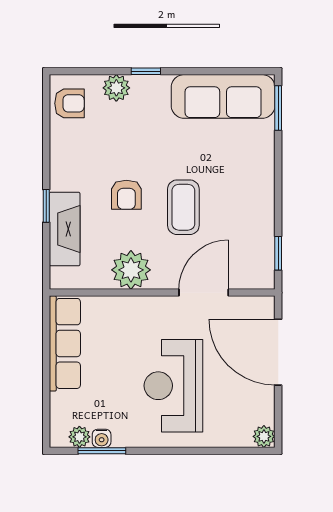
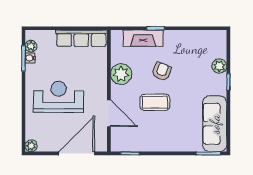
armchair: (69, 103) -> (211, 41), removed
armchair: (126, 195) -> (162, 71), turned 111

